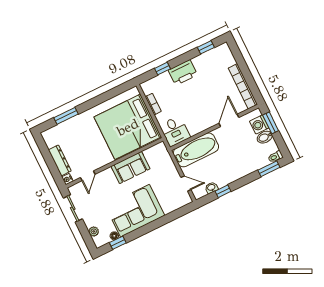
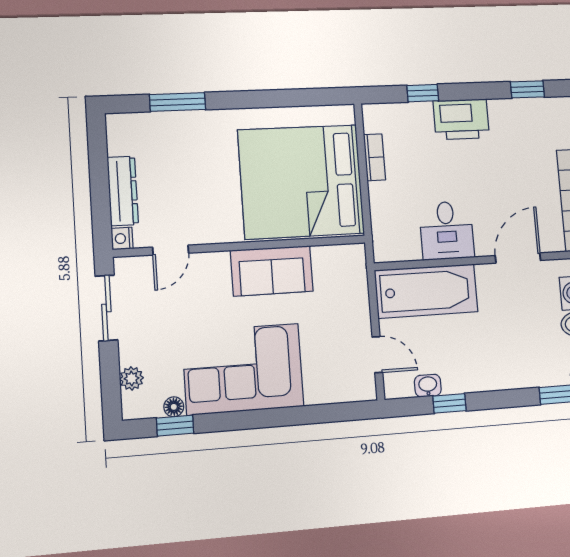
desk: (175, 131) -> (447, 230), moved

